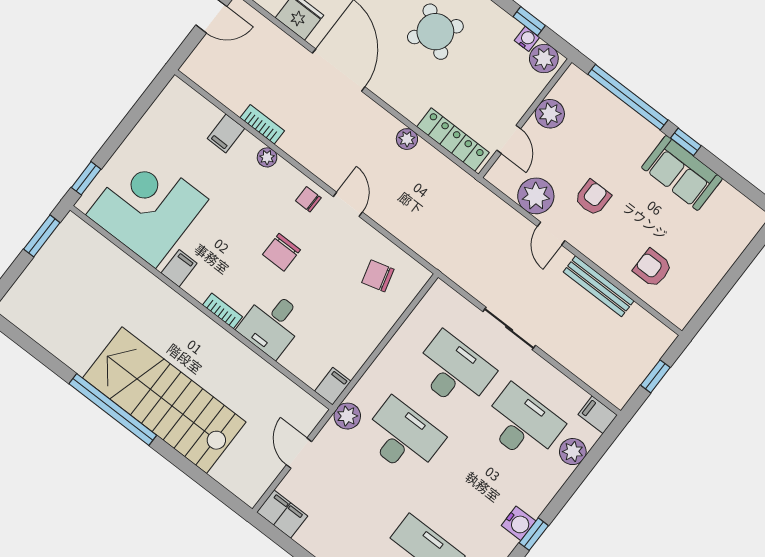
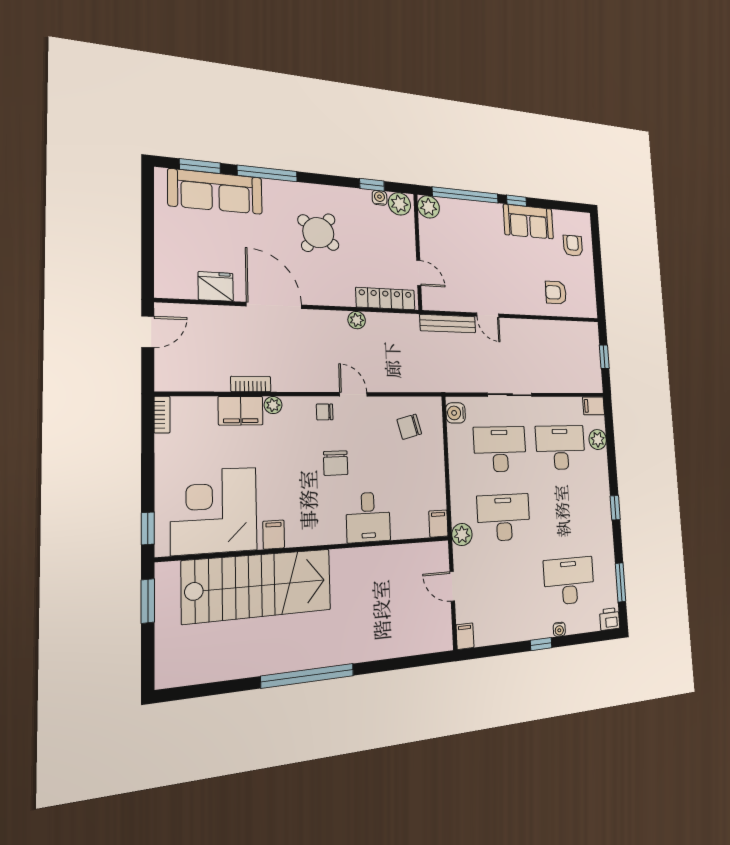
plant: (550, 114) -> (429, 207), moved
filing cabinet: (226, 133) -> (241, 411), width x2.00
plant: (536, 196) -> (462, 298), removed
armchair: (593, 198) -> (573, 246), moved
bench: (599, 286) -> (448, 324), moved
bookcase: (222, 311) -> (162, 415), moved, turned 90
stairs: (164, 400) -> (258, 586), moved, turned 180
filing cabinet: (282, 514) -> (465, 636), width x0.50
water cooler: (519, 523) -> (456, 413), moved, turned 180

